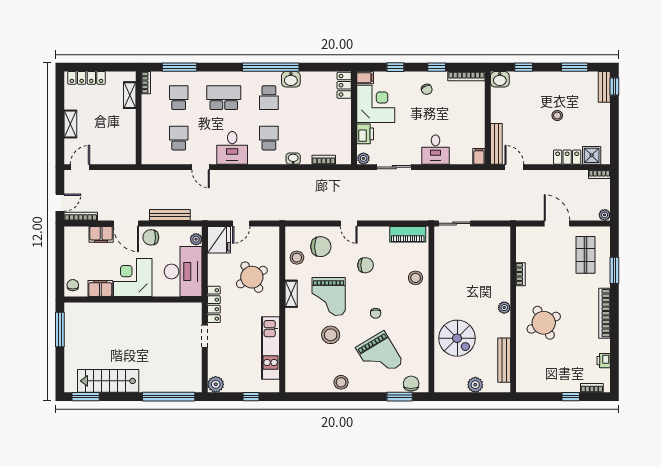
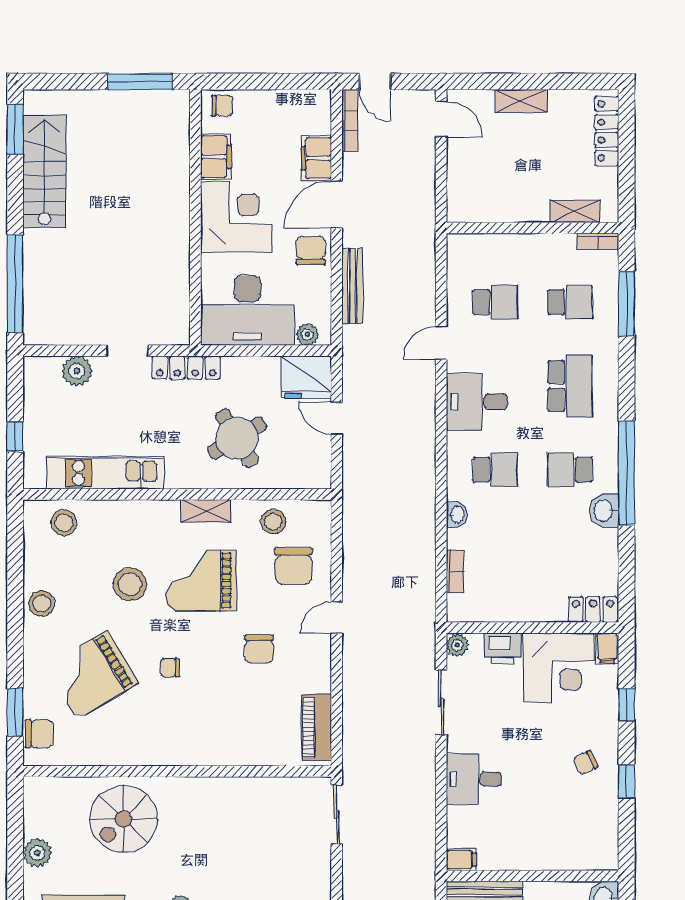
bookcase: (466, 76) -> (610, 836), removed
stool: (416, 278) -> (64, 523), moved
plant: (216, 384) -> (77, 371), moved

